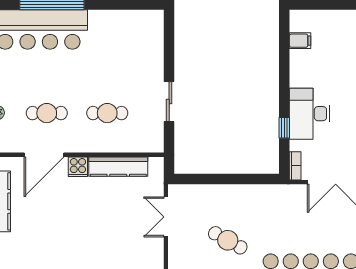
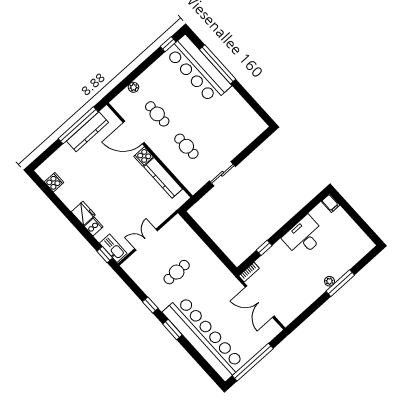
filing cabinet: (300, 41) -> (330, 203), moved
desk: (310, 114) -> (304, 236), moved
double door: (166, 217) -> (146, 240), moved
cafe table: (228, 240) -> (177, 272), turned 61

